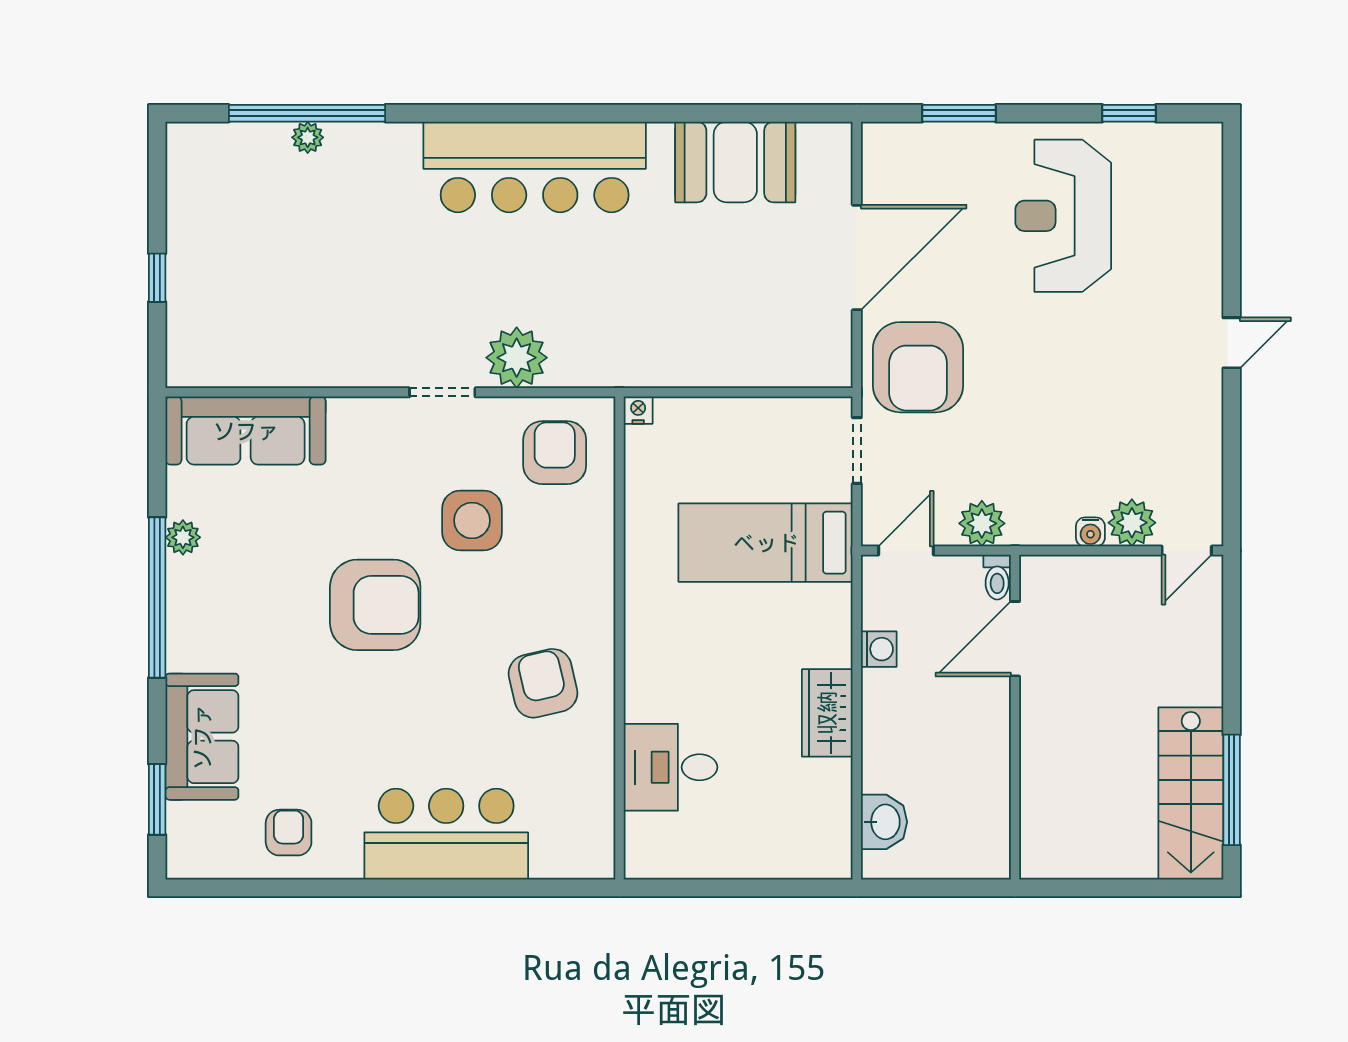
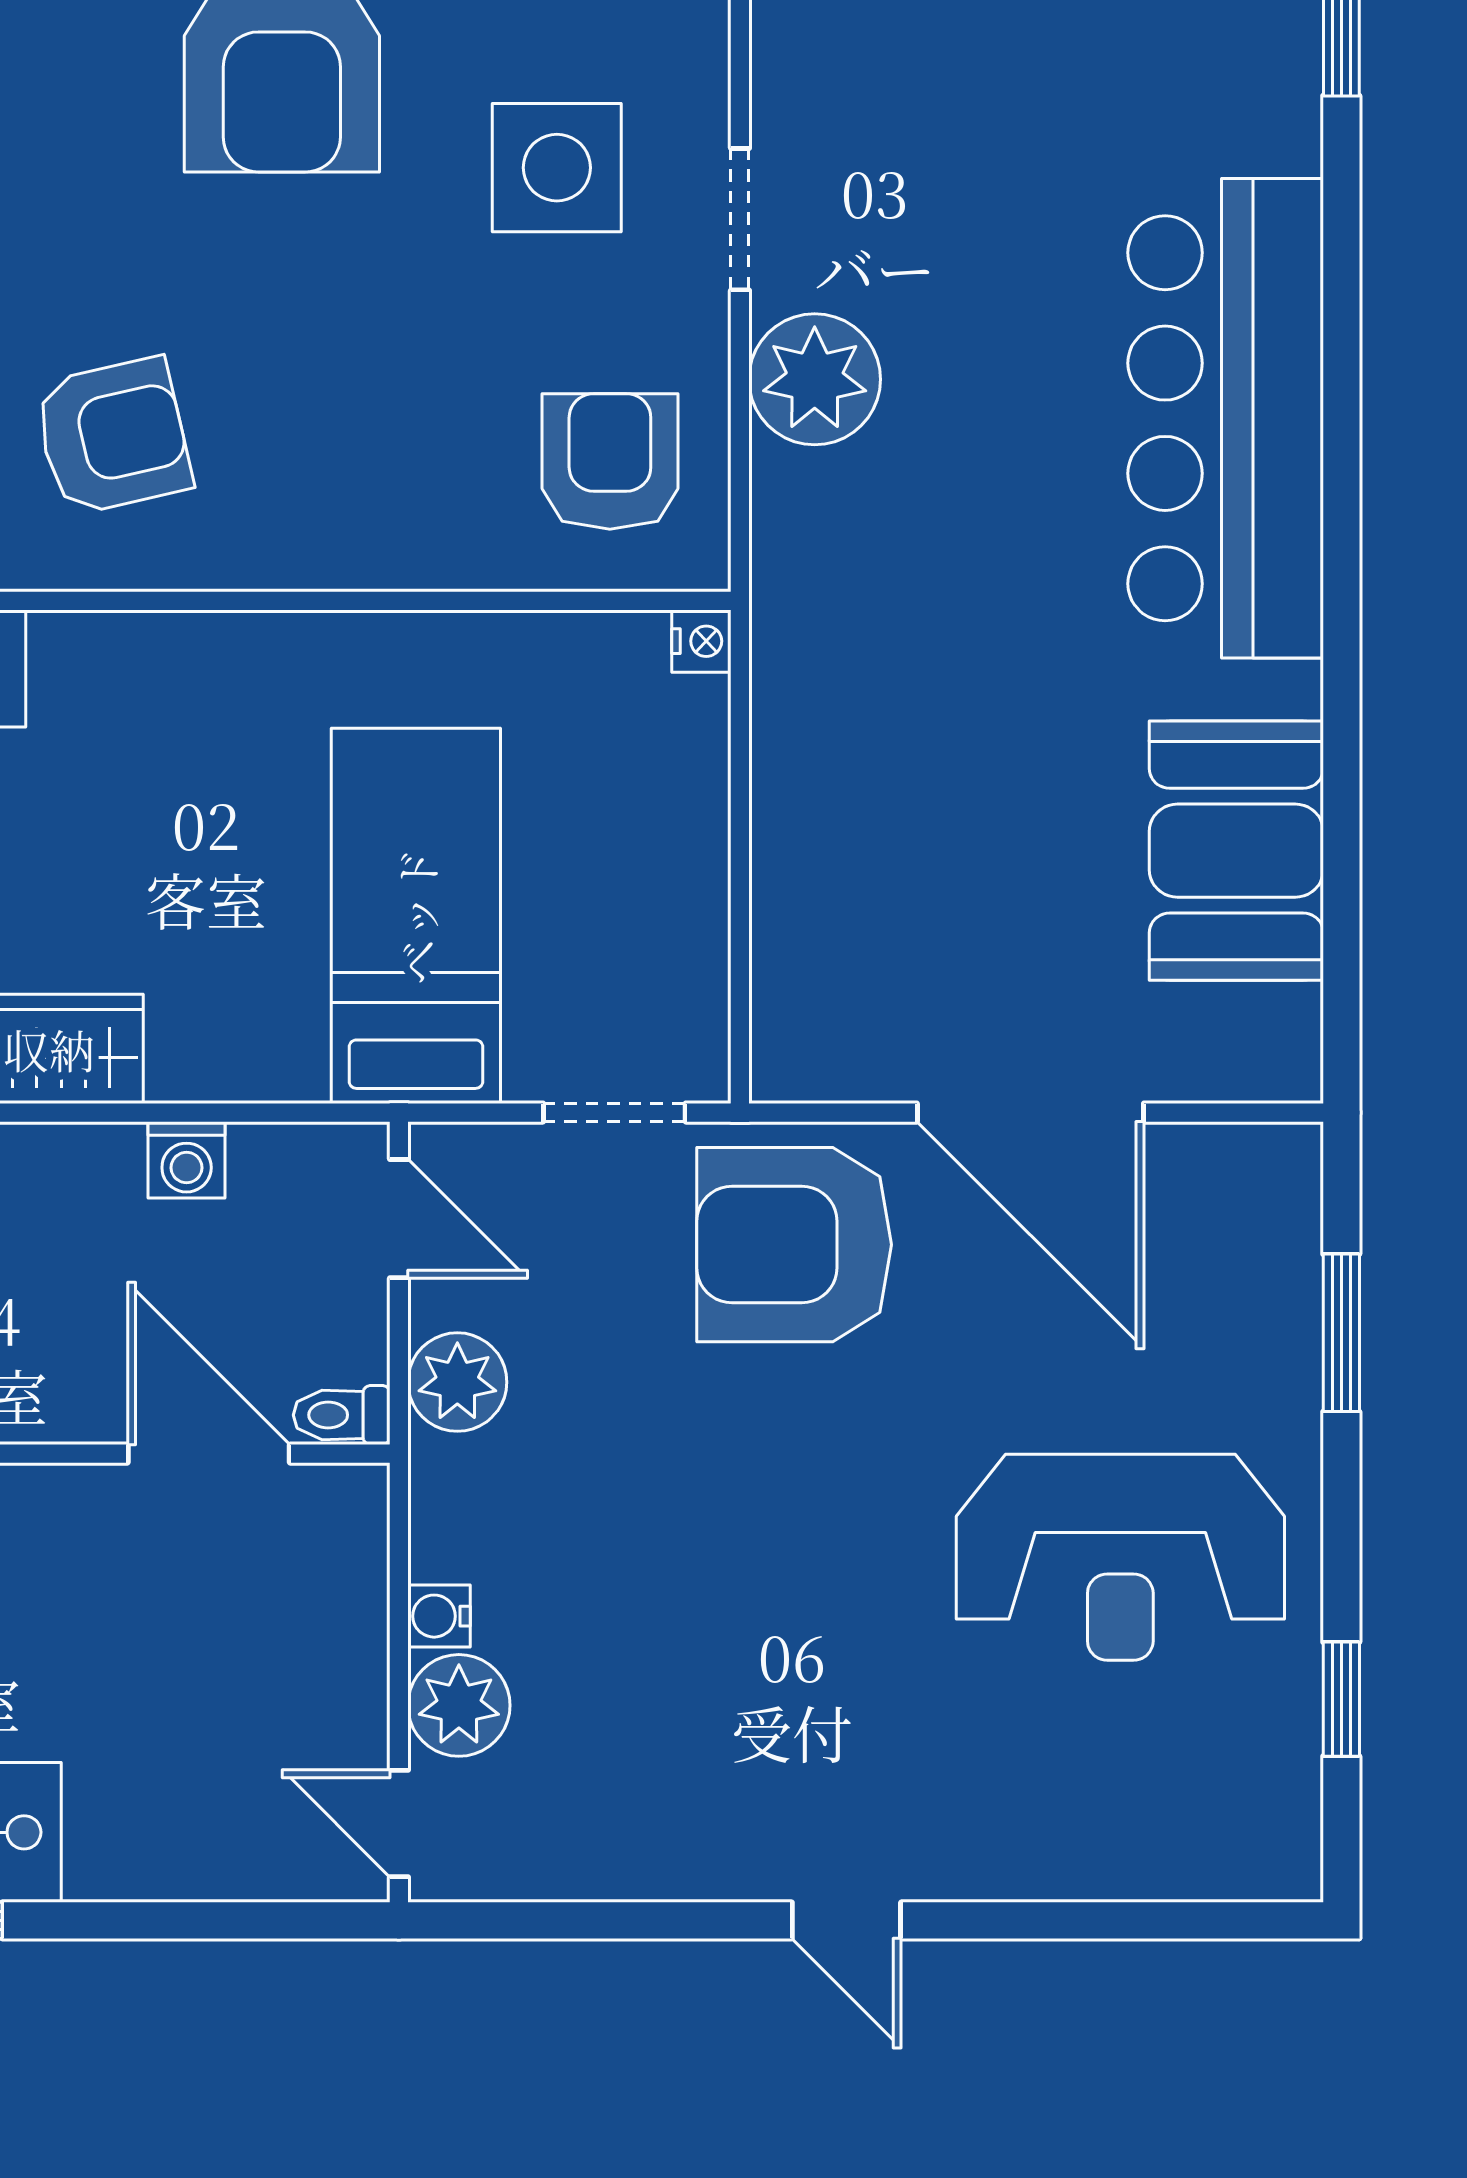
reception desk: (1063, 216) -> (1120, 1557), turned 180
armchair: (555, 453) -> (610, 461), turned -90
side table: (472, 520) -> (557, 168), moved

